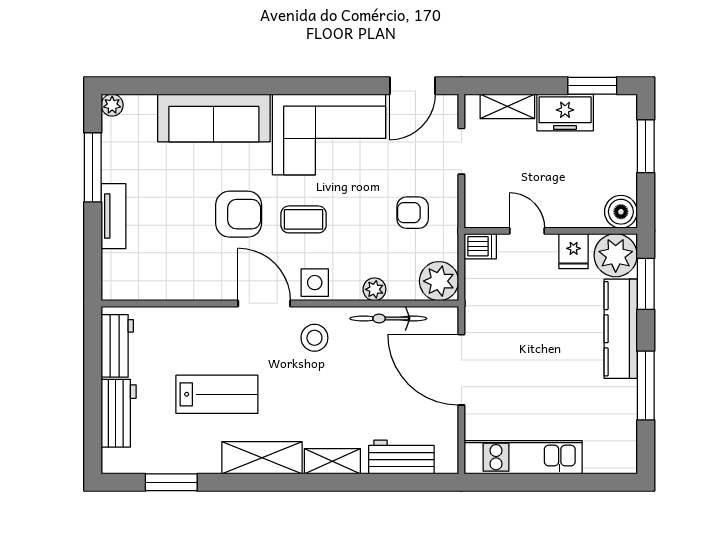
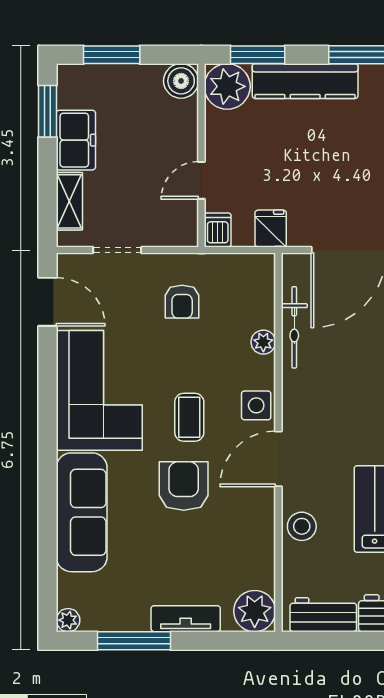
fridge: (574, 251) -> (271, 229), moved, turned -90
plant: (439, 281) -> (255, 611), moved
stool: (314, 338) -> (302, 526), moved

